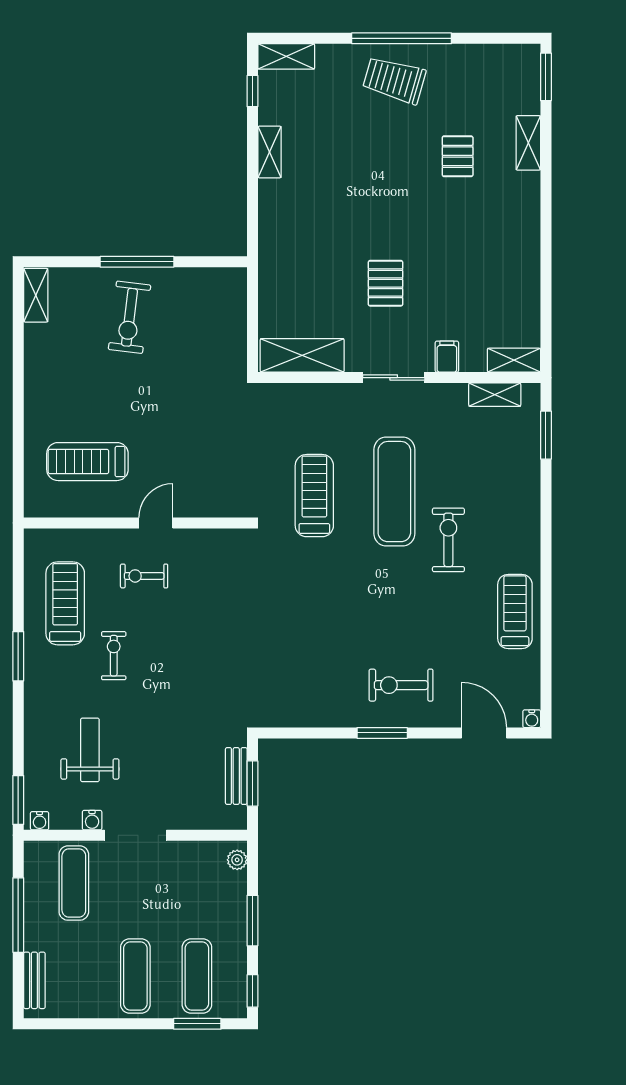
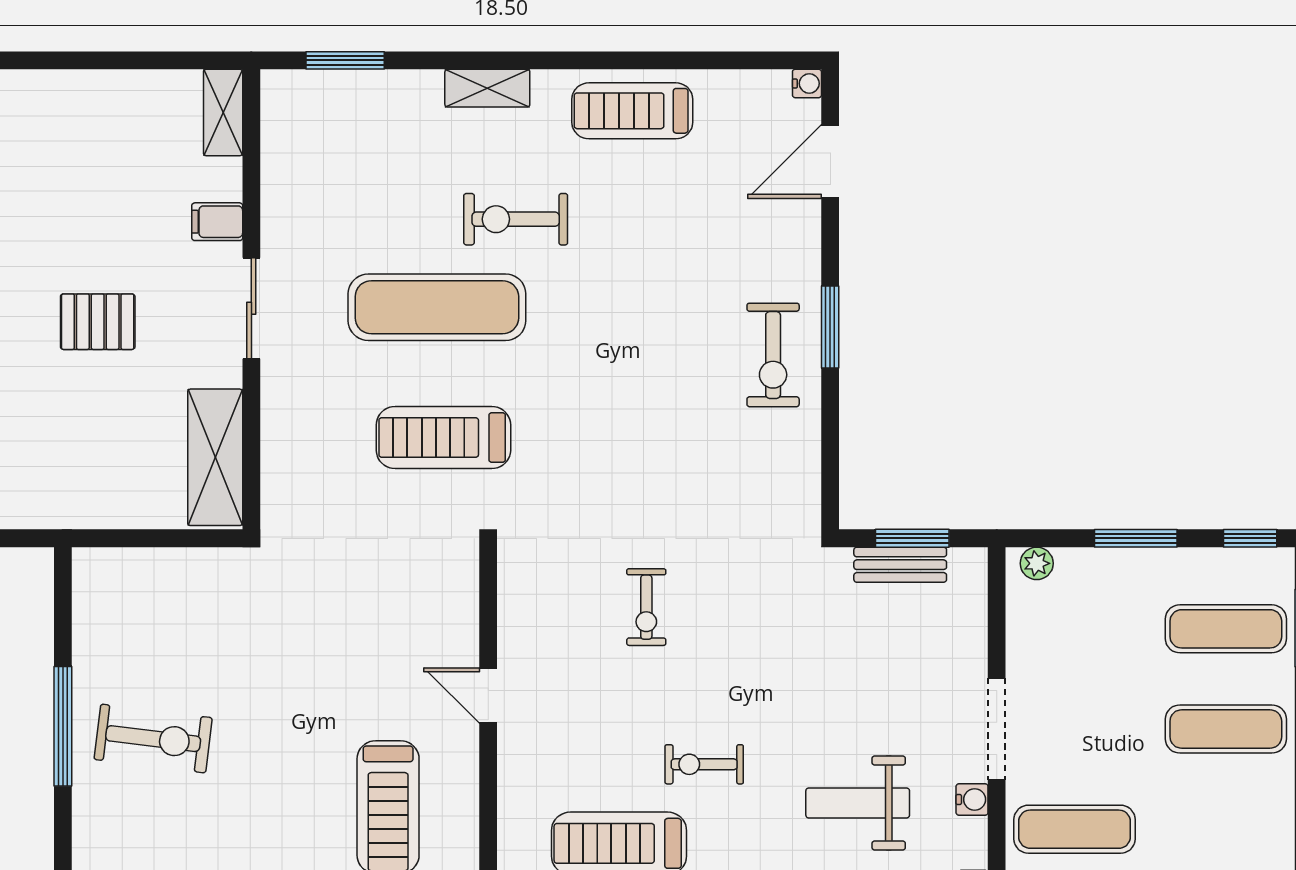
shelving: (495, 395) -> (487, 88), moved, turned 90
exercise bike: (144, 576) -> (646, 607), moved
exercise bike: (401, 685) -> (773, 355), moved

